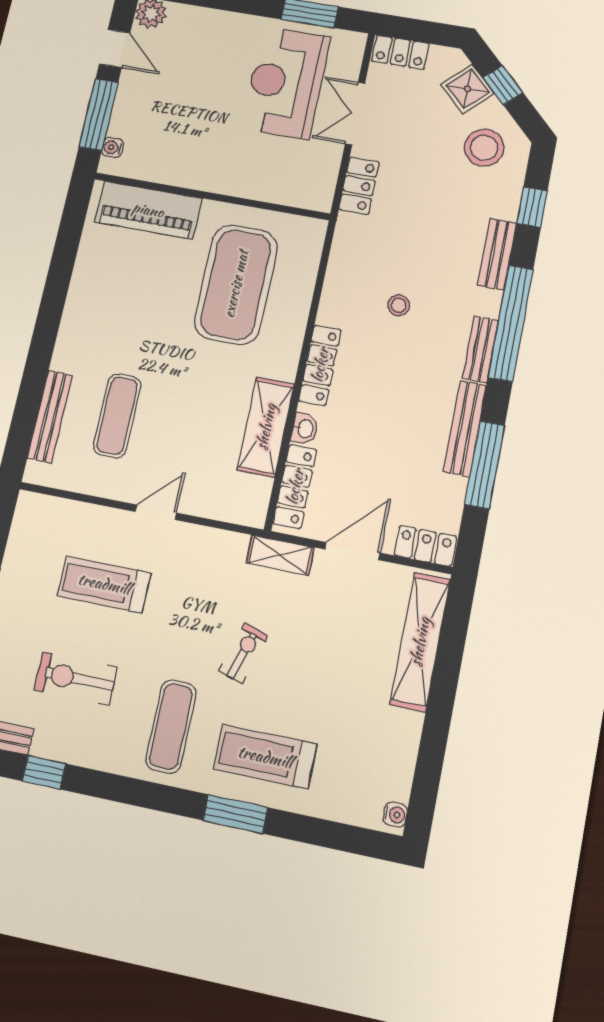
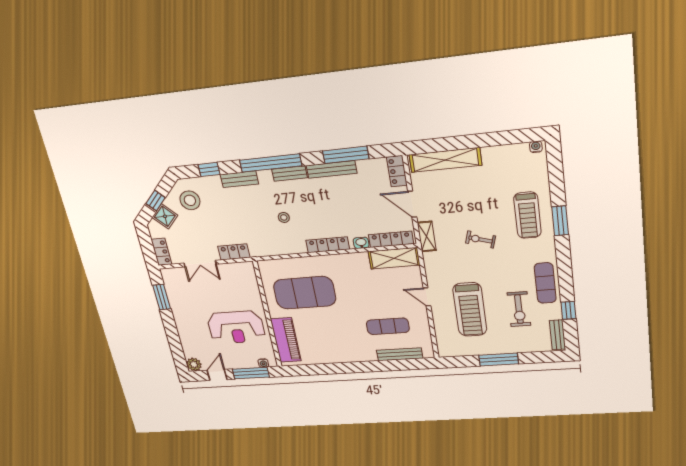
reception desk: (286, 83) -> (236, 327), moved
shelving: (266, 427) -> (394, 258), moved
treadmill: (104, 584) -> (470, 310), width x1.37, depth x1.38
exercise mat: (171, 727) -> (545, 283), moved, turned 90

